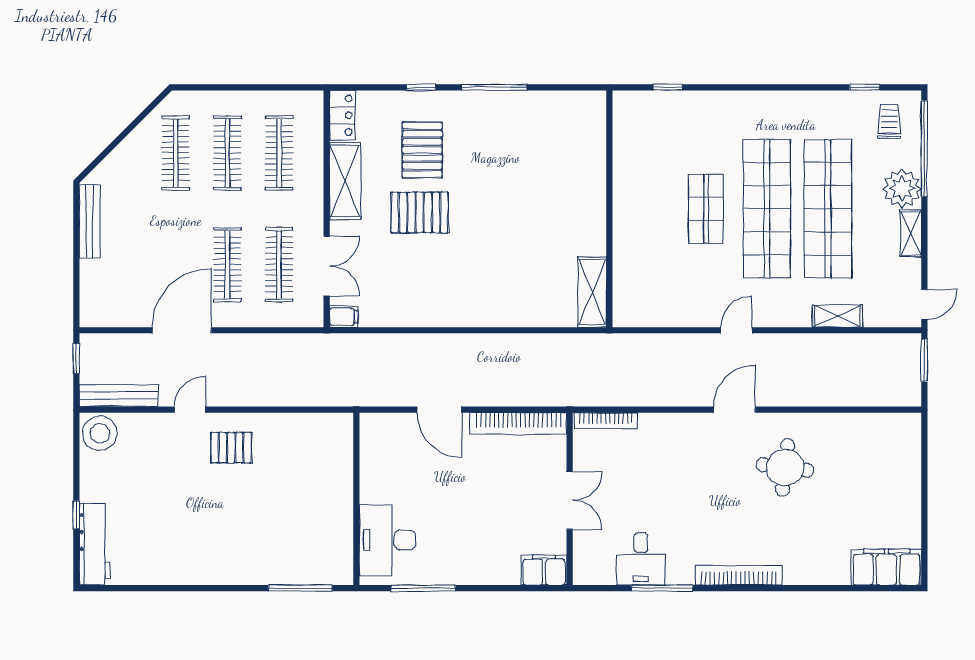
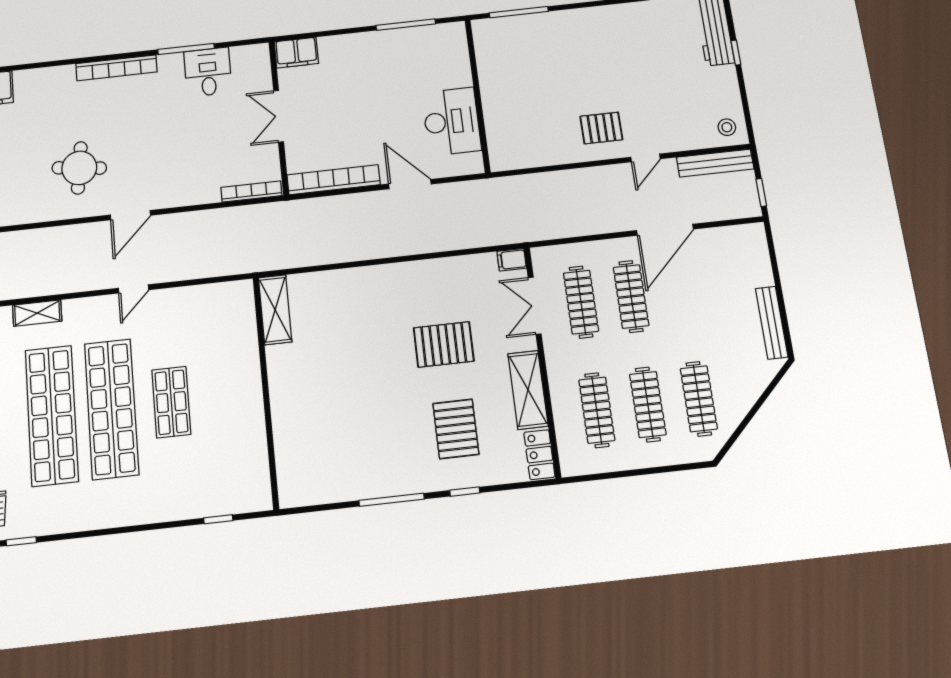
pallet: (420, 212) -> (444, 344), moved
stool: (100, 433) -> (727, 127), width x0.53, depth x0.53
desk: (387, 540) -> (451, 121), moved

